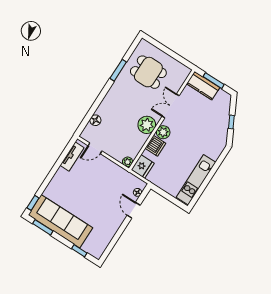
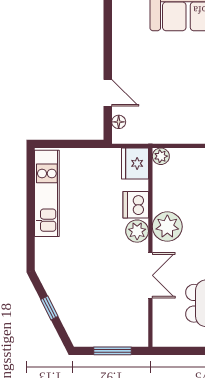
kitchen counter: (203, 86) -> (123, 334), removed

